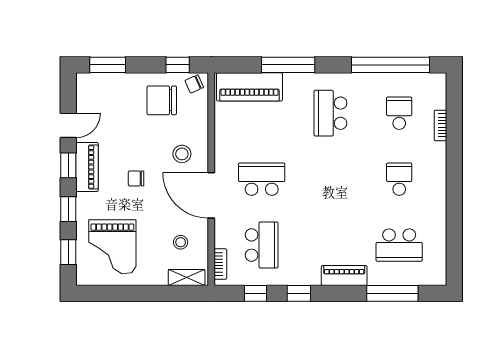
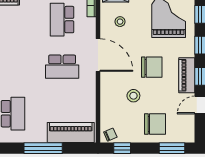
chair: (162, 100) -> (155, 124), moved
stool: (182, 154) -> (133, 96), moved
chair: (136, 178) -> (152, 67), width x1.87, depth x1.87

